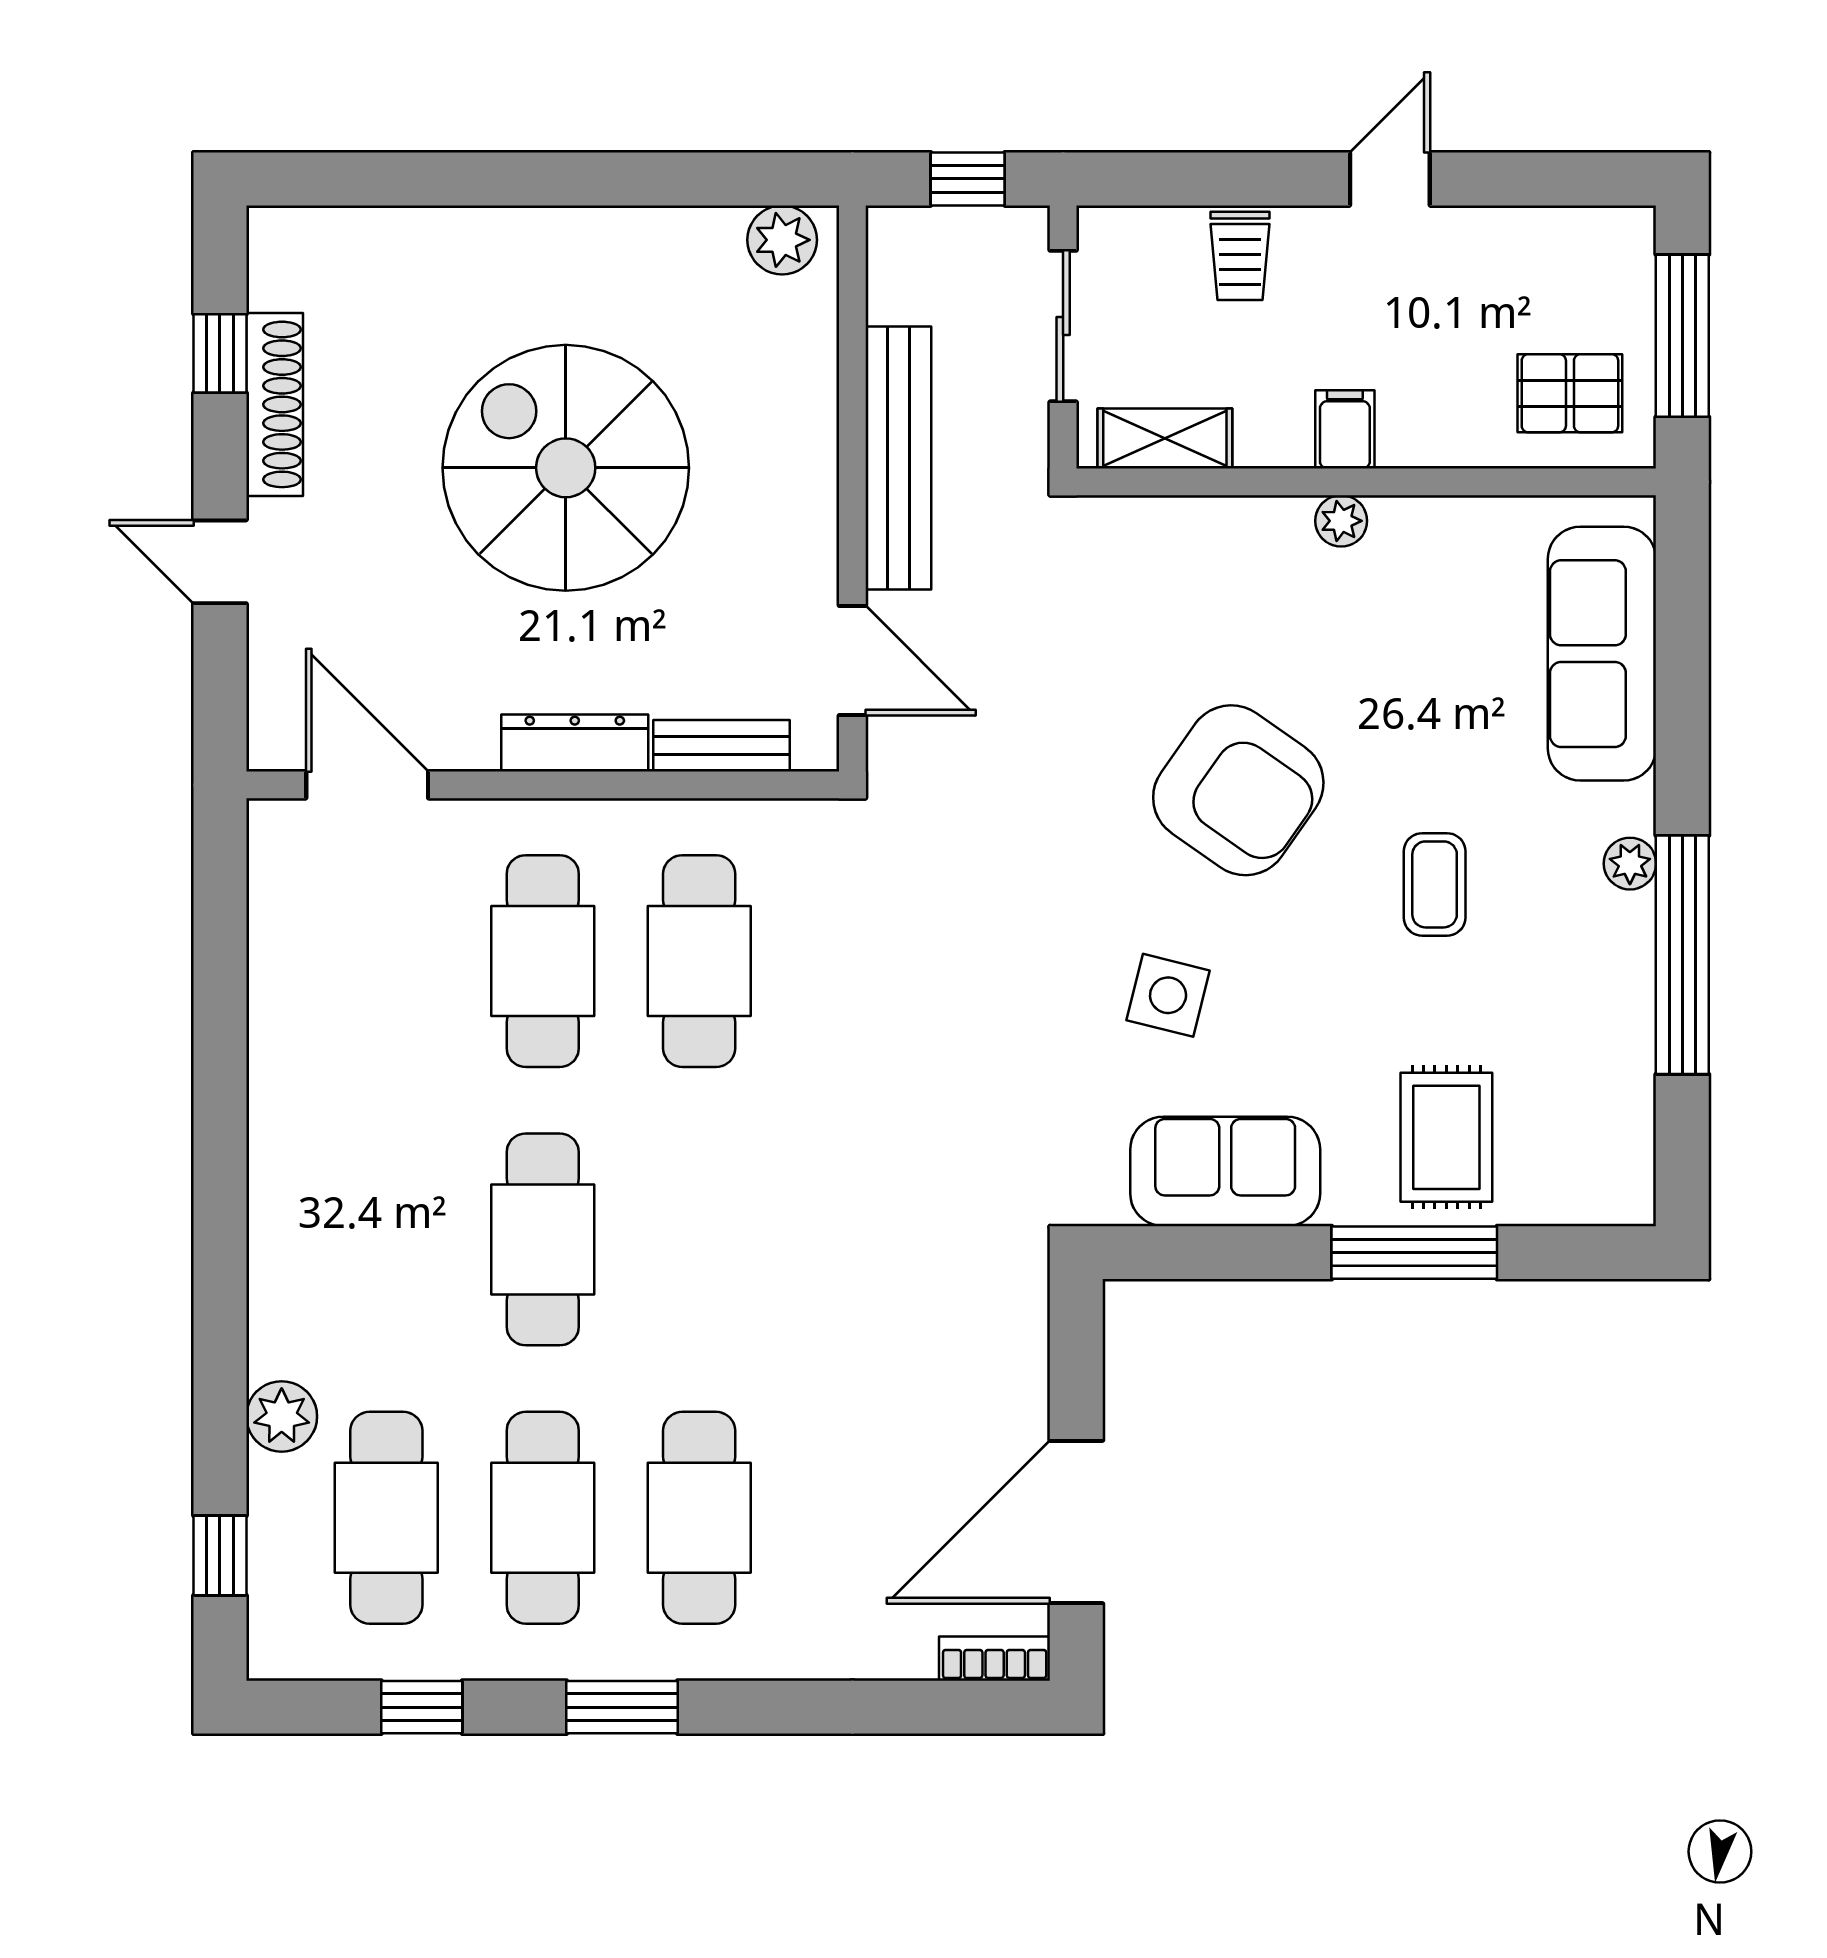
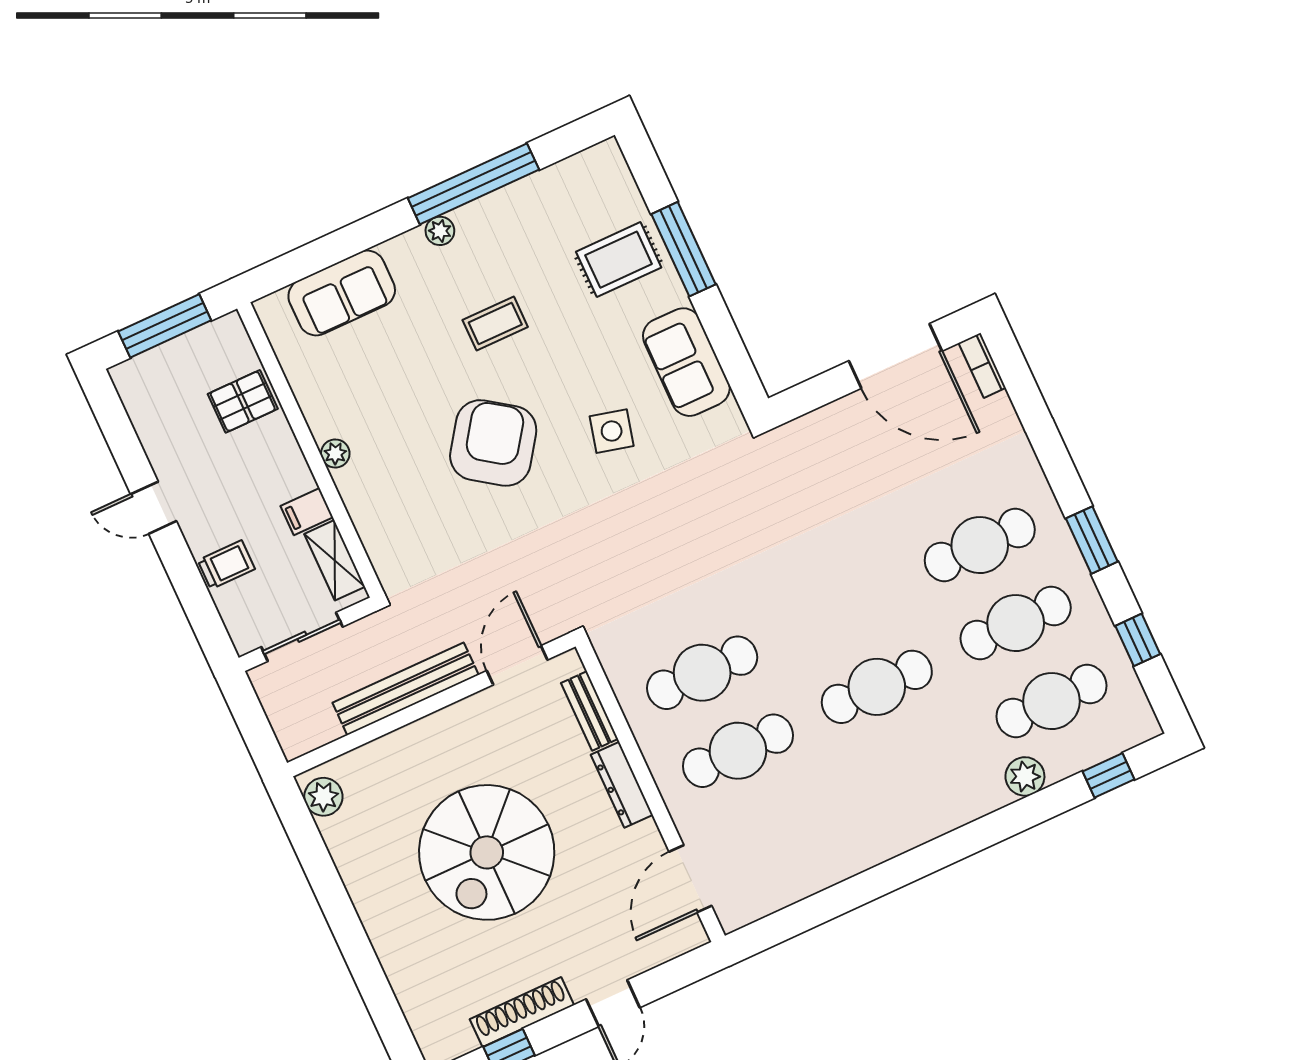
window: (968, 179) -> (250, 718), removed
pallet: (1570, 393) -> (243, 401), moved, turned 90
filing cabinet: (1345, 429) -> (307, 512), moved
sofa: (1602, 654) -> (342, 293), width x0.73

